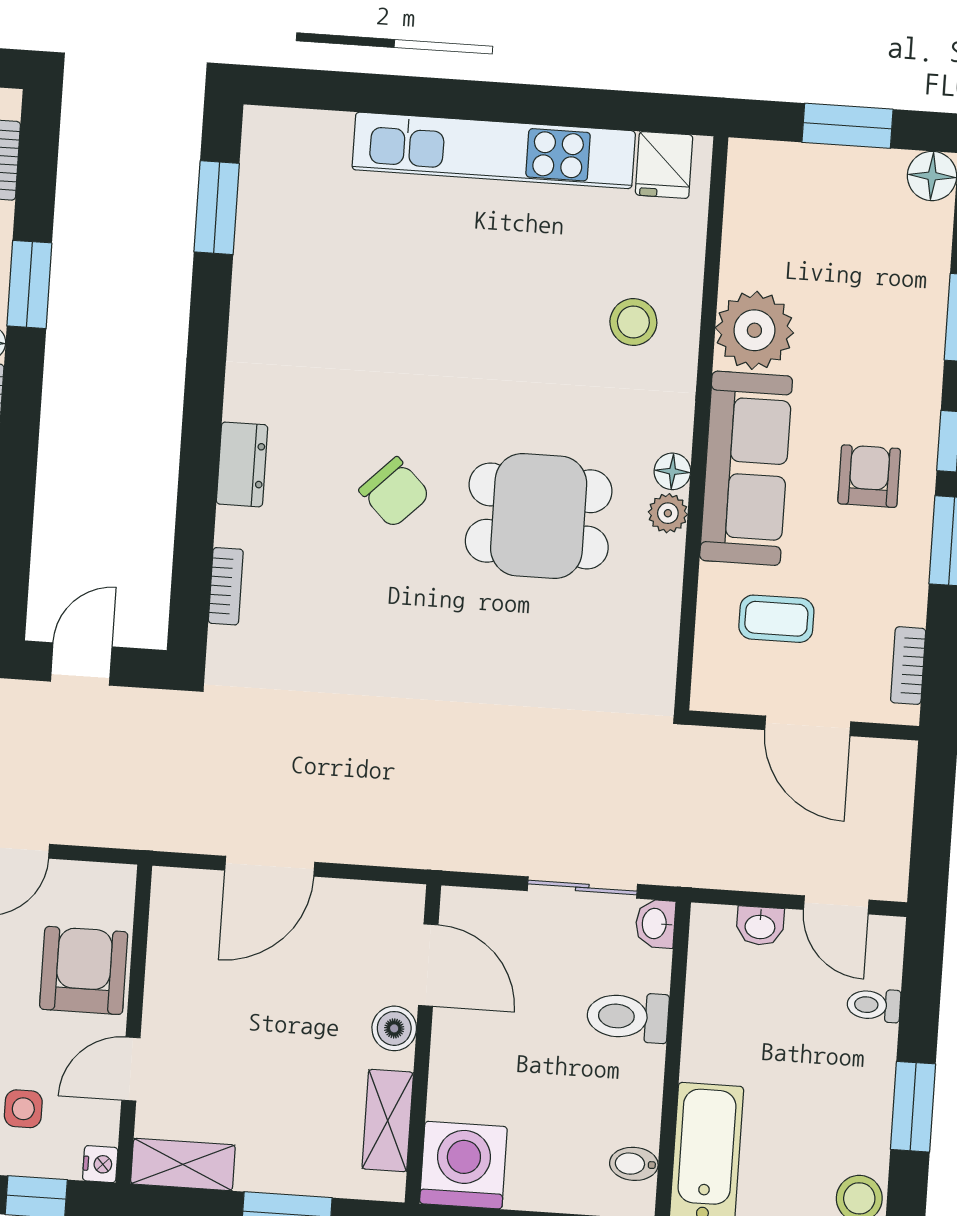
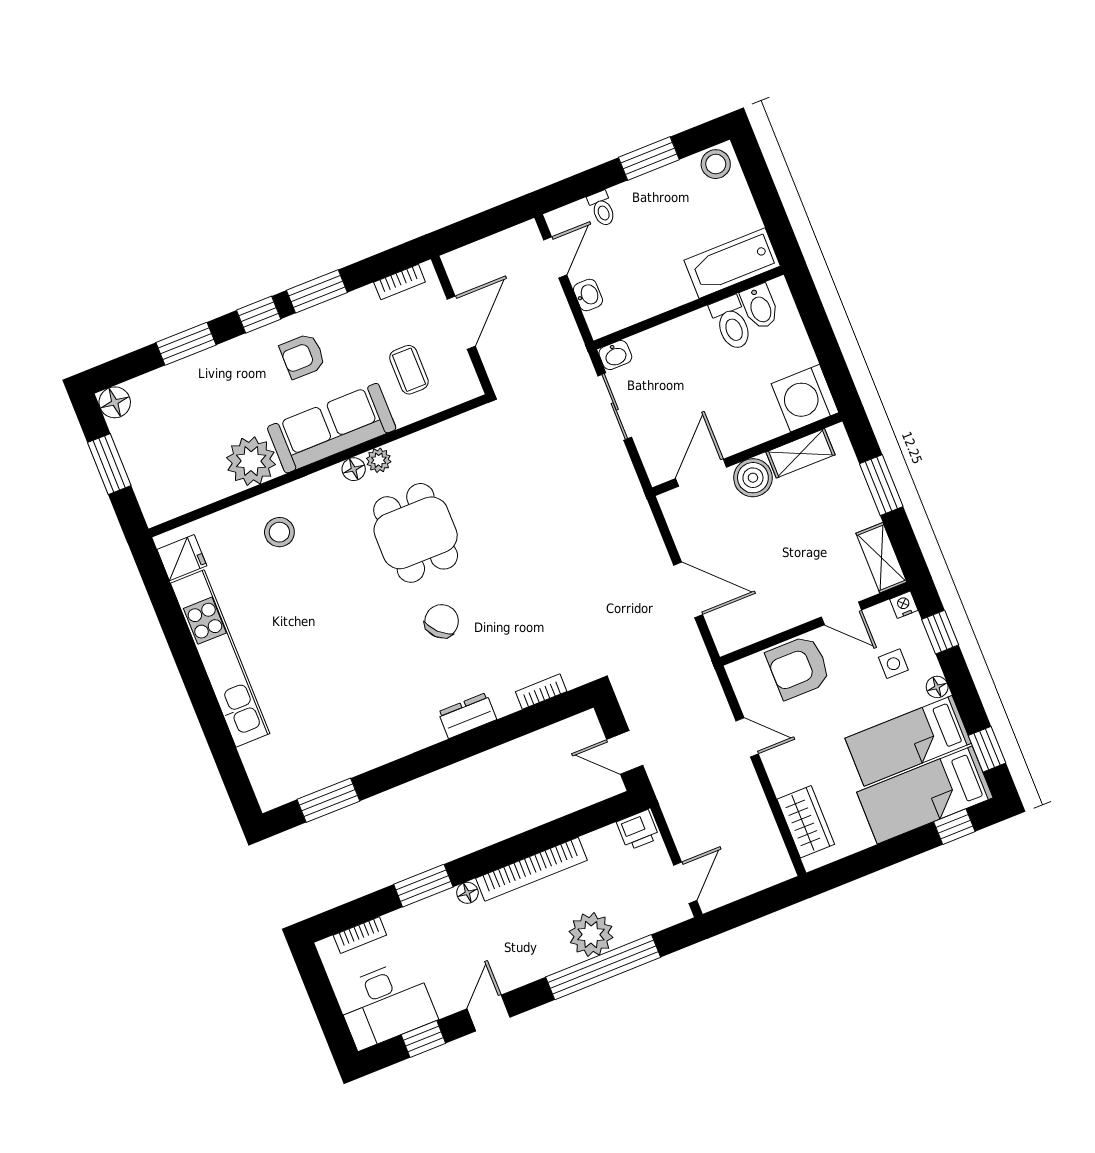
toilet: (628, 1017) -> (731, 323), moved
boiler: (394, 1028) -> (753, 478), width x1.36, depth x1.36
bidet: (634, 1164) -> (760, 307), width x1.38, depth x1.36

